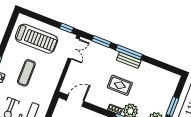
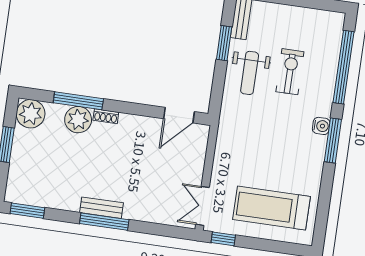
window: (101, 42) -> (27, 211), moved
exercise mat: (26, 73) -> (275, 144), removed
rug: (120, 85) -> (107, 160), removed

